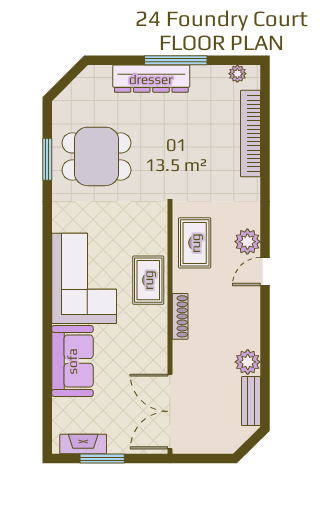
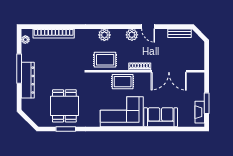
door: (265, 272) -> (148, 27), moved
plant: (248, 362) -> (132, 35), moved
double door: (170, 411) -> (169, 71), moved

